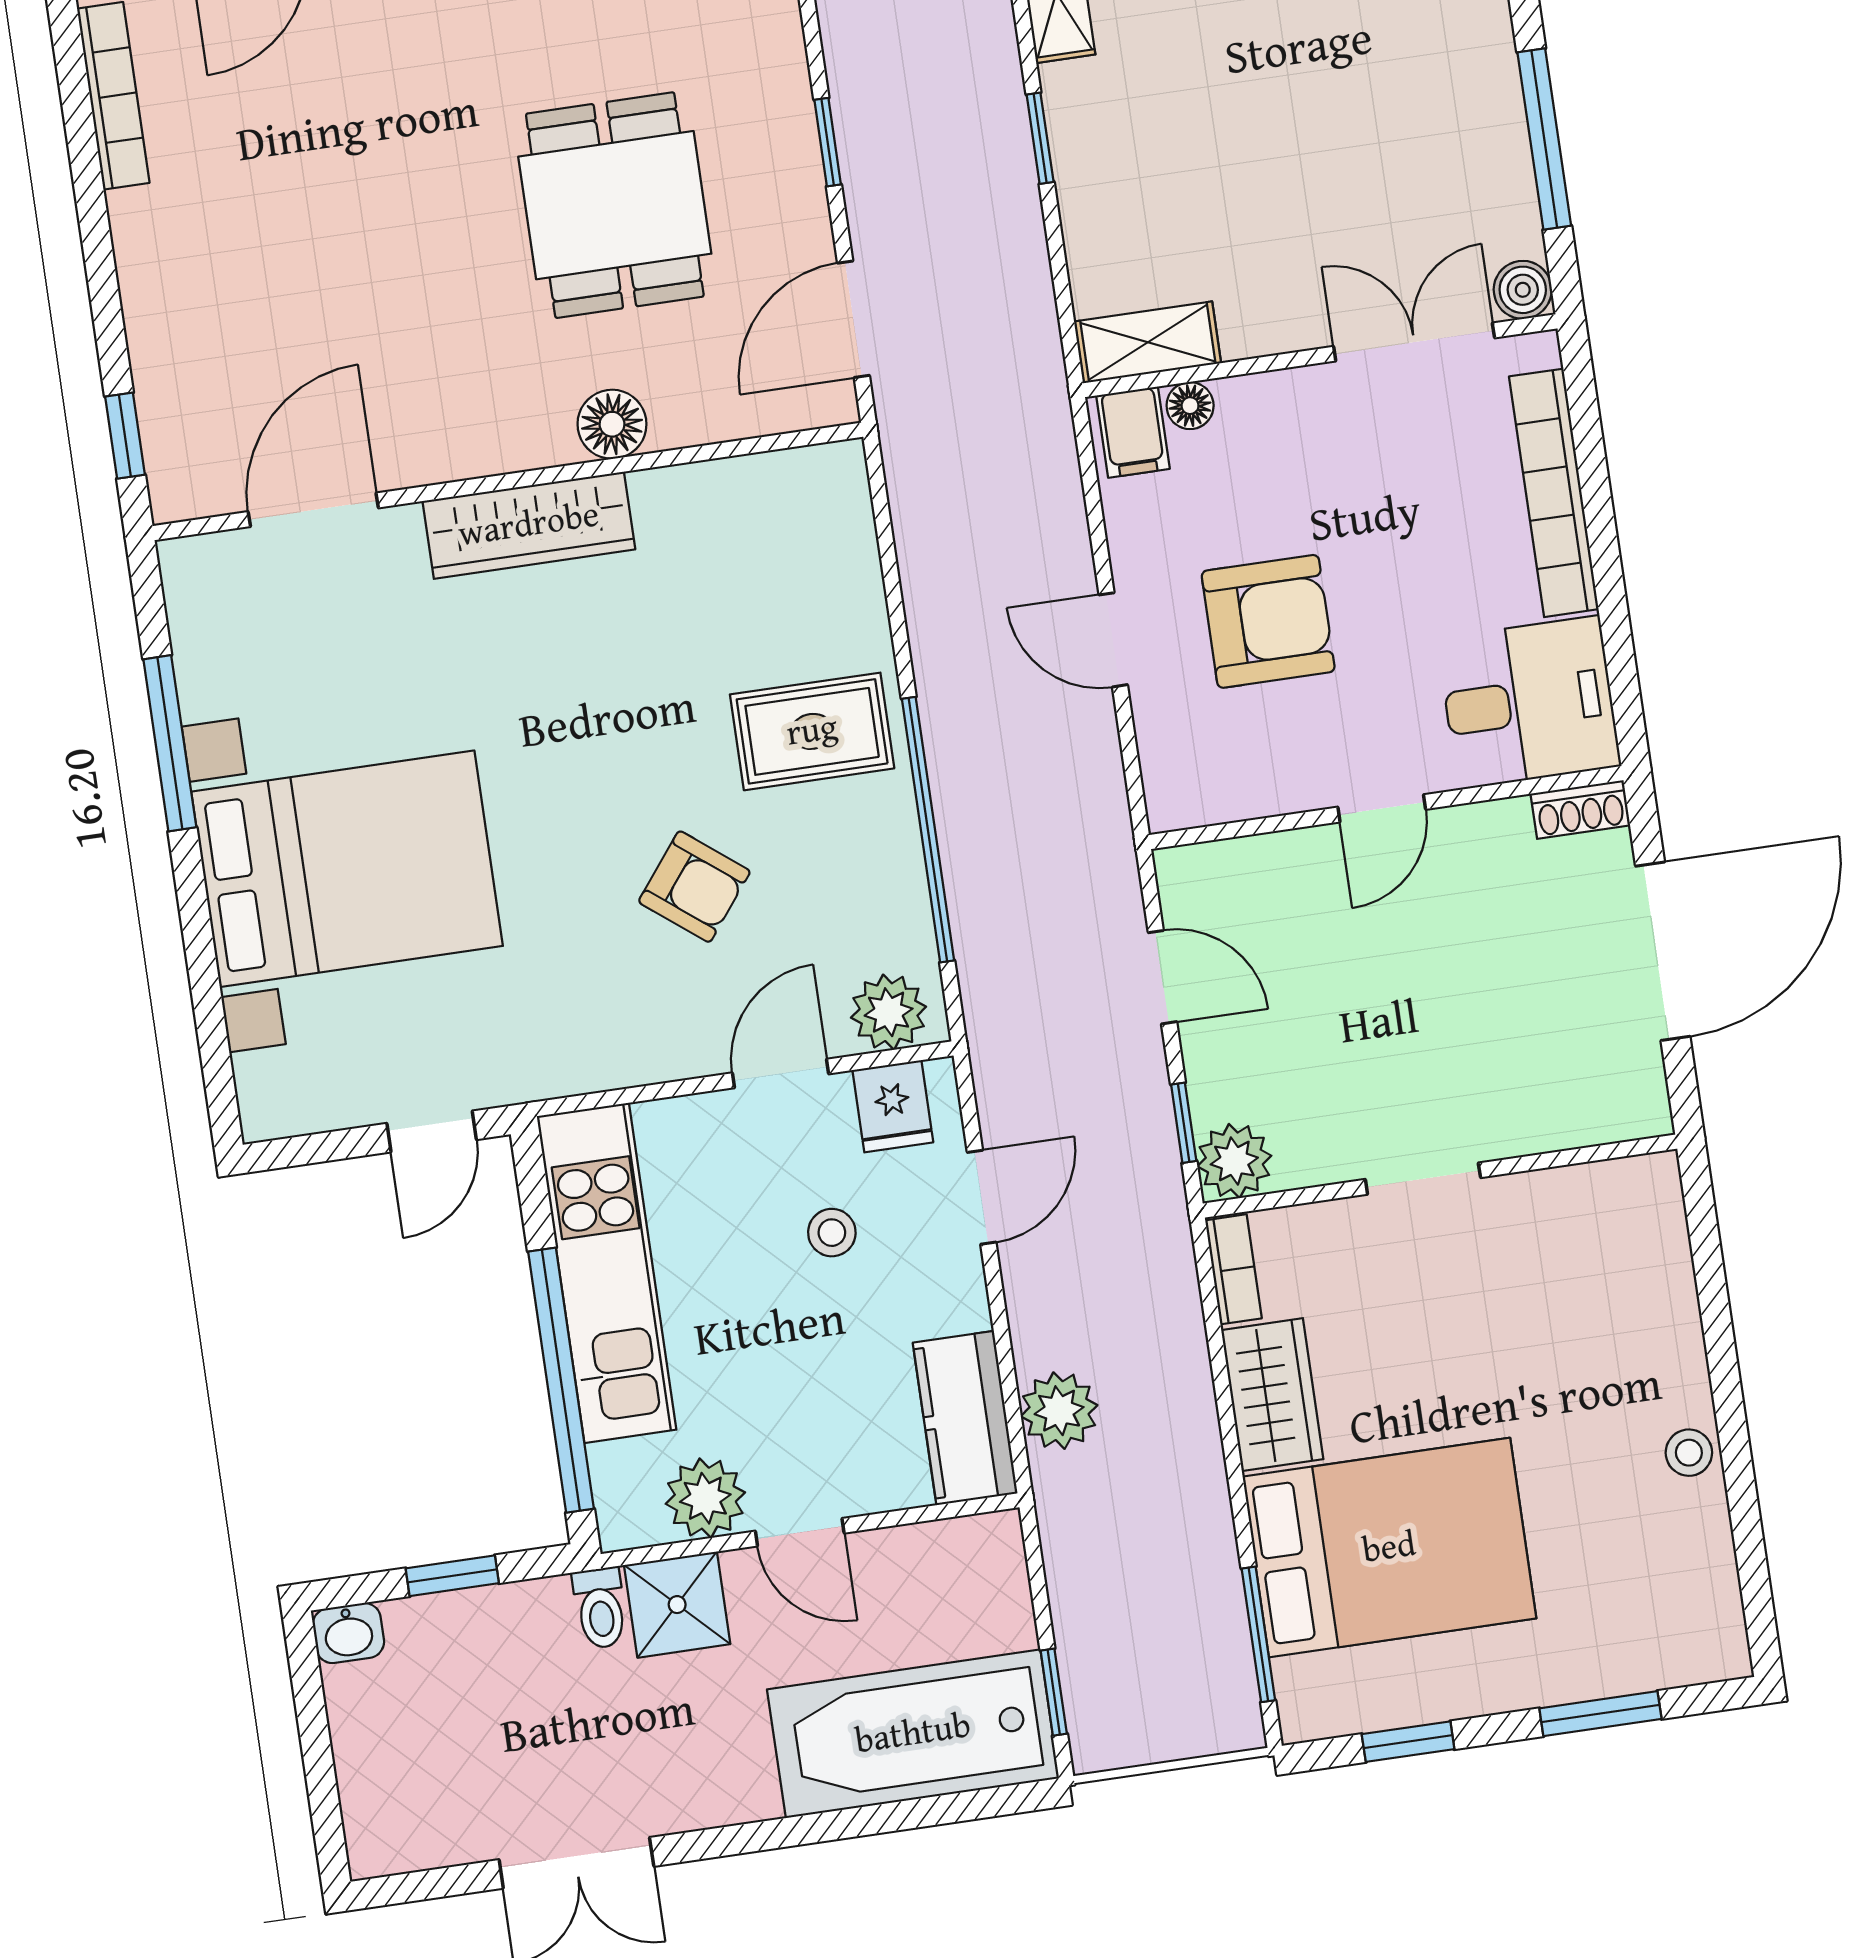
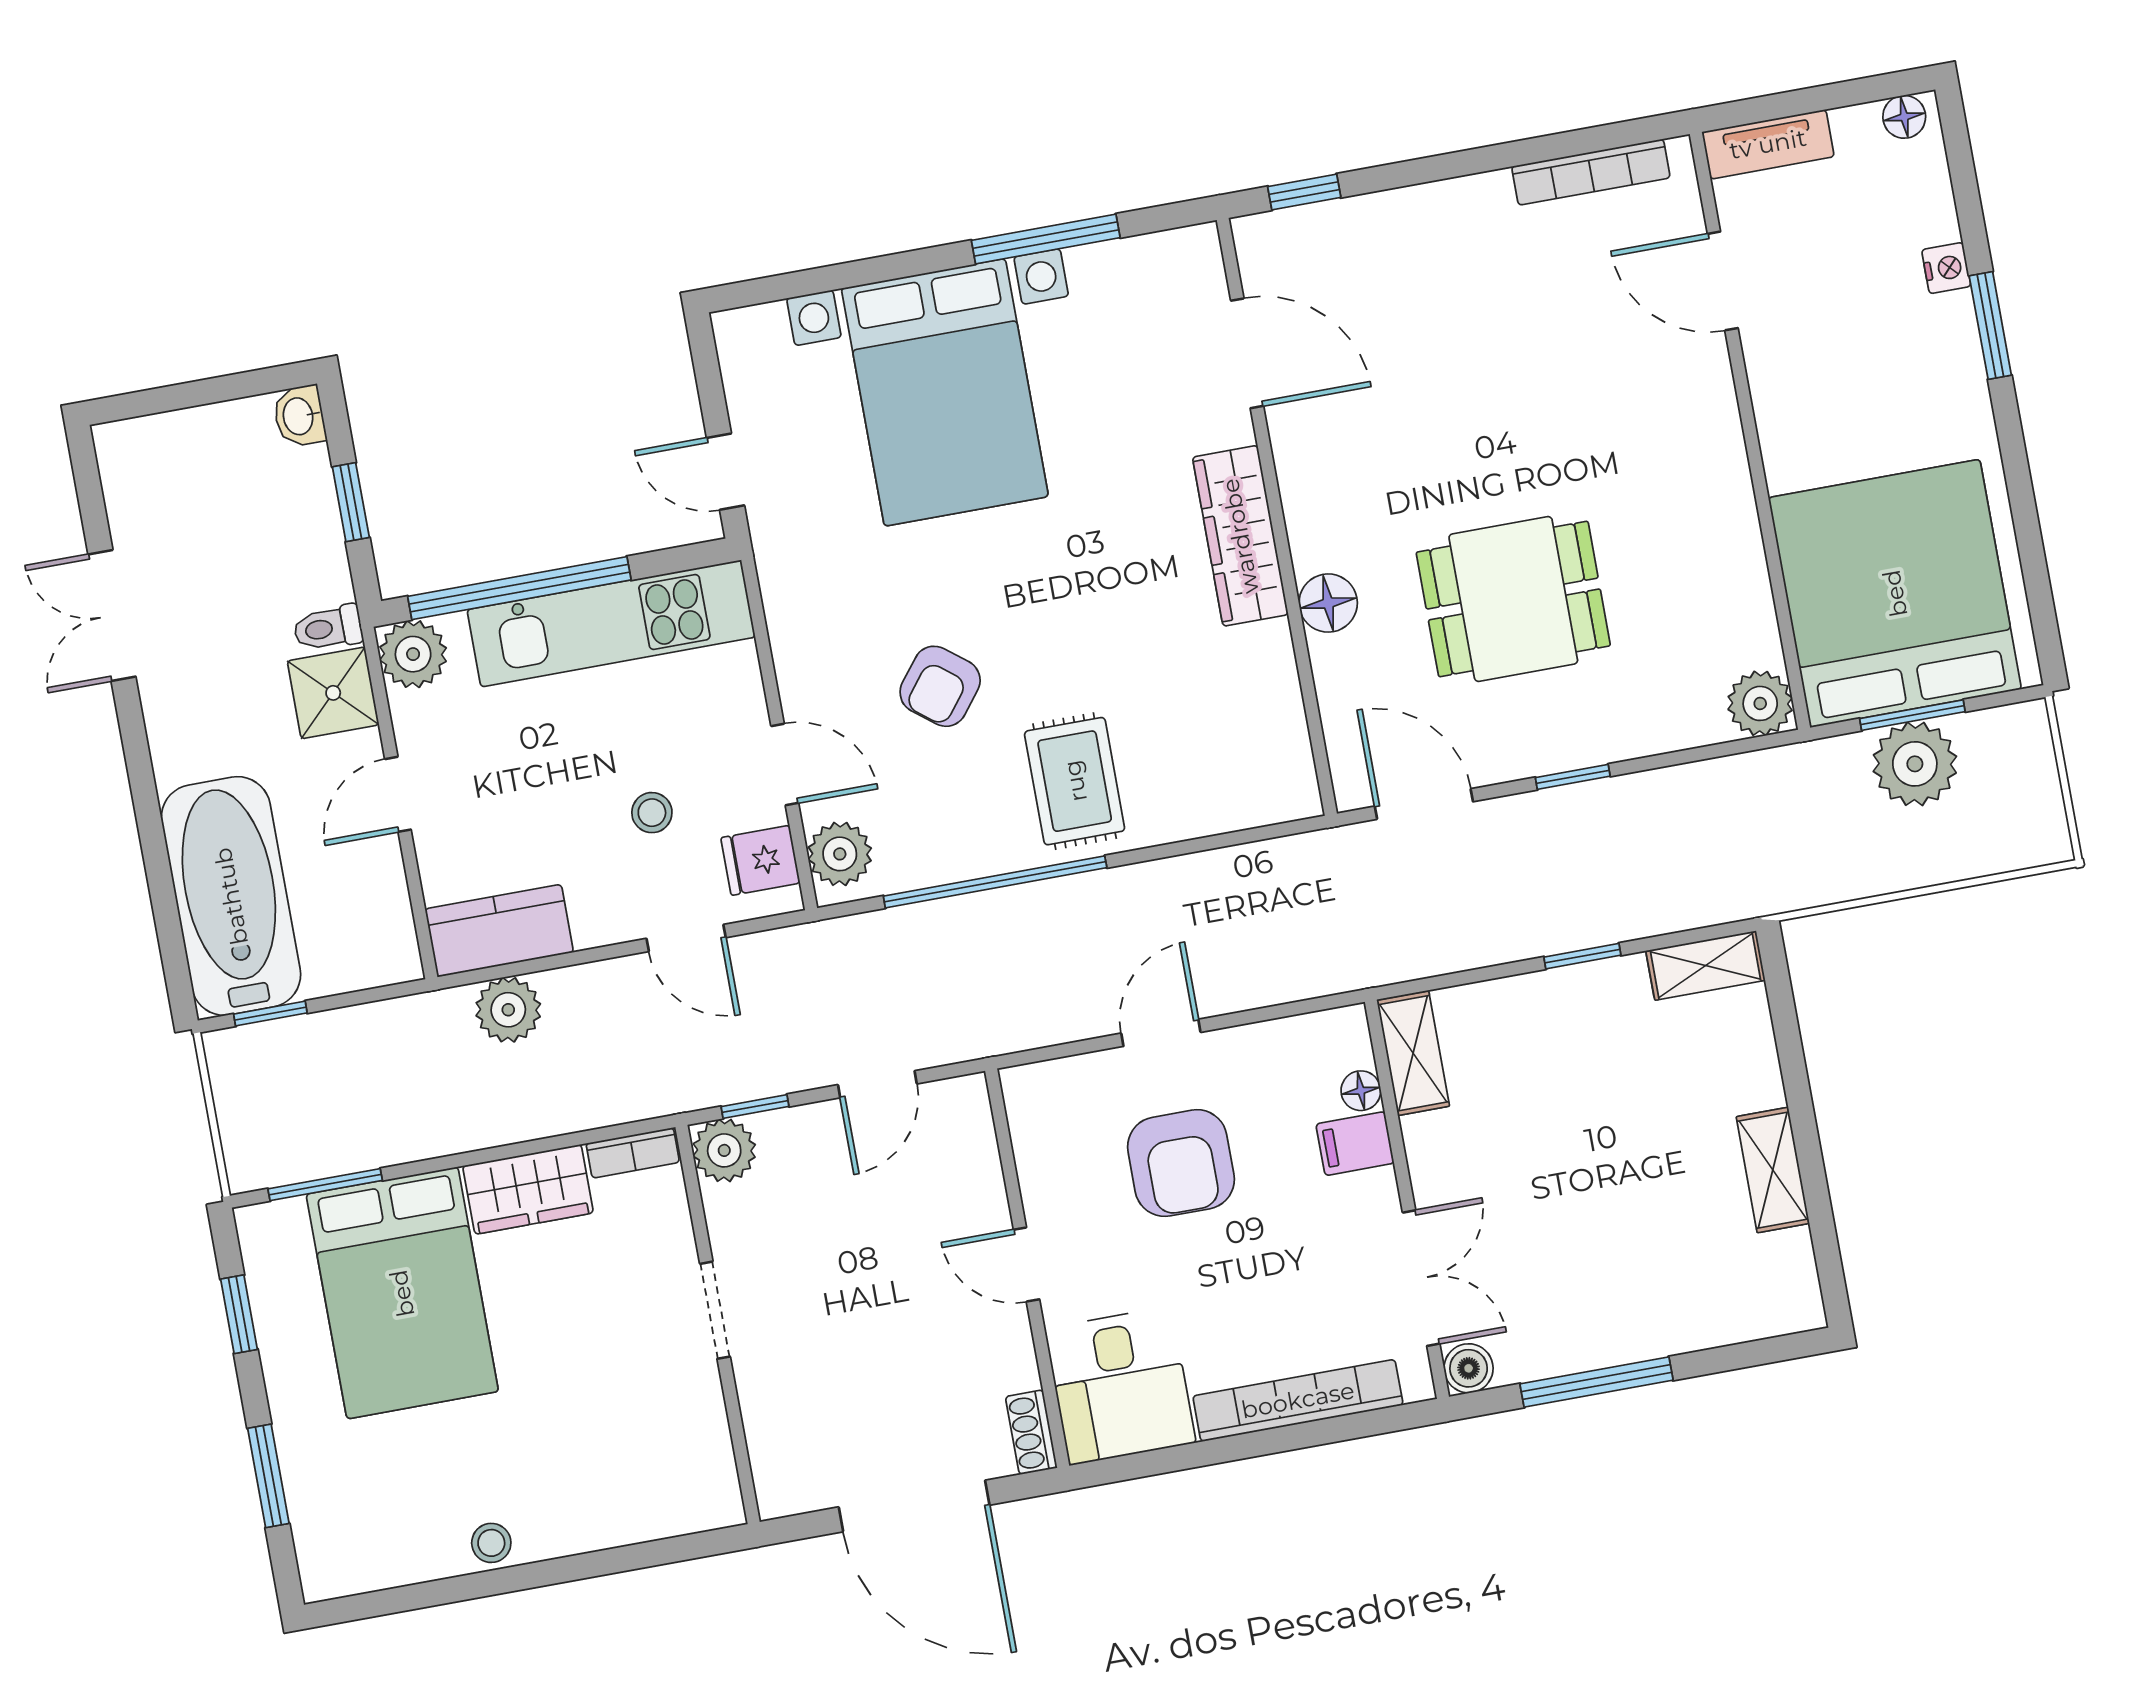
filing cabinet: (1133, 432) -> (1355, 1144), moved
plant: (705, 1498) -> (413, 654), moved

